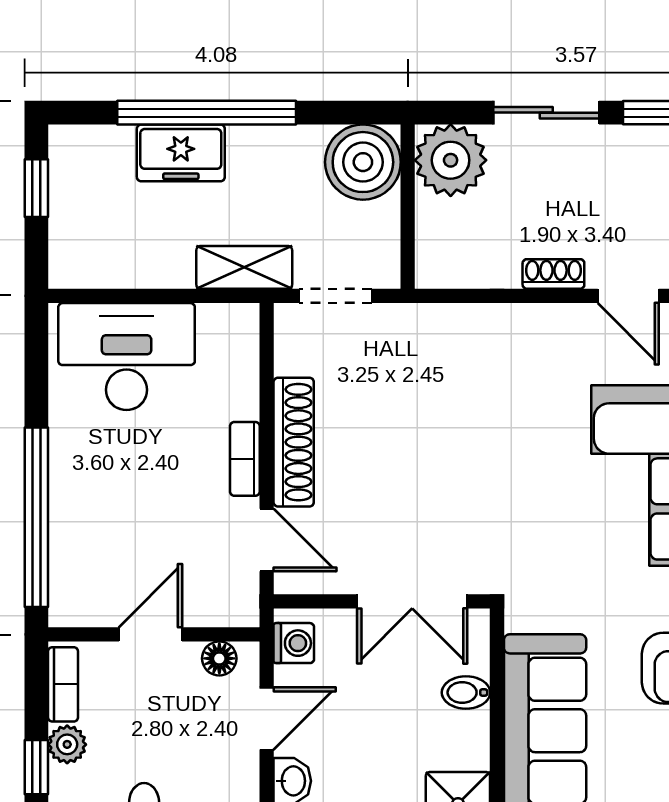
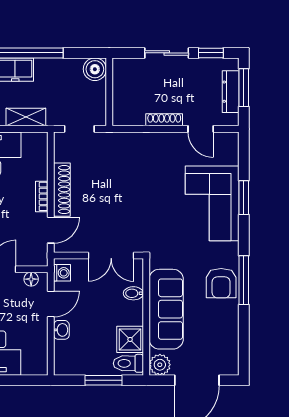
plant: (451, 160) -> (127, 73), removed
boiler: (363, 162) -> (95, 69), width x0.73, depth x0.73
shelving: (244, 267) -> (26, 117), moved
shoe rack: (553, 274) -> (164, 120), width x1.43
door: (267, 540) -> (51, 230), hinge flipped

